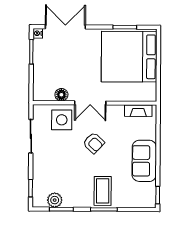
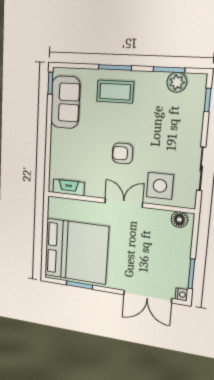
floor lamp: (61, 95) -> (179, 220), moved
armchair: (94, 143) -> (123, 153), turned -43
sofa: (144, 161) -> (65, 102), moved
coffee table: (103, 191) -> (115, 92), turned 90

